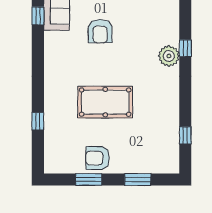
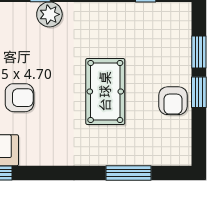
window: (38, 121) -> (129, 173), width x2.17
window: (89, 179) -> (199, 92), moved

